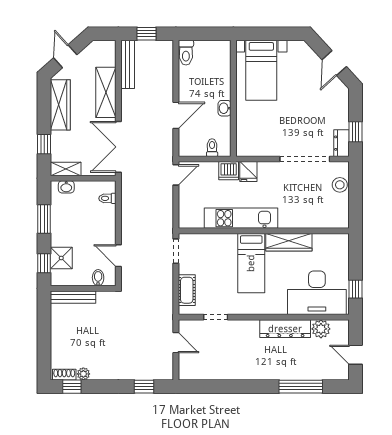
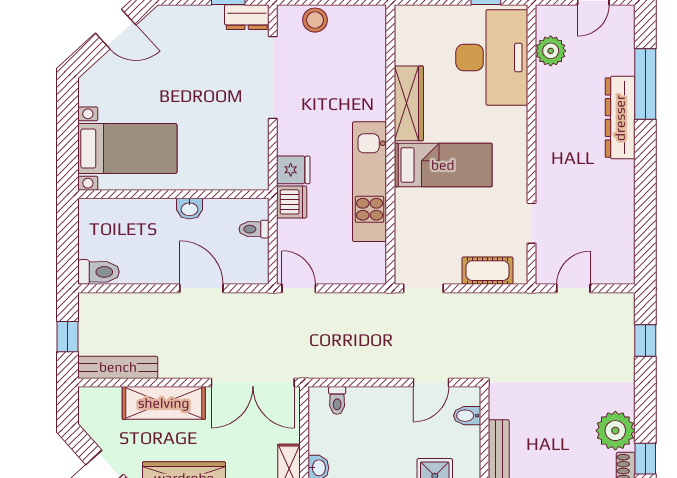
dresser: (285, 329) -> (620, 118), moved, turned 180
plant: (83, 374) -> (615, 431), width x1.88, depth x1.88

